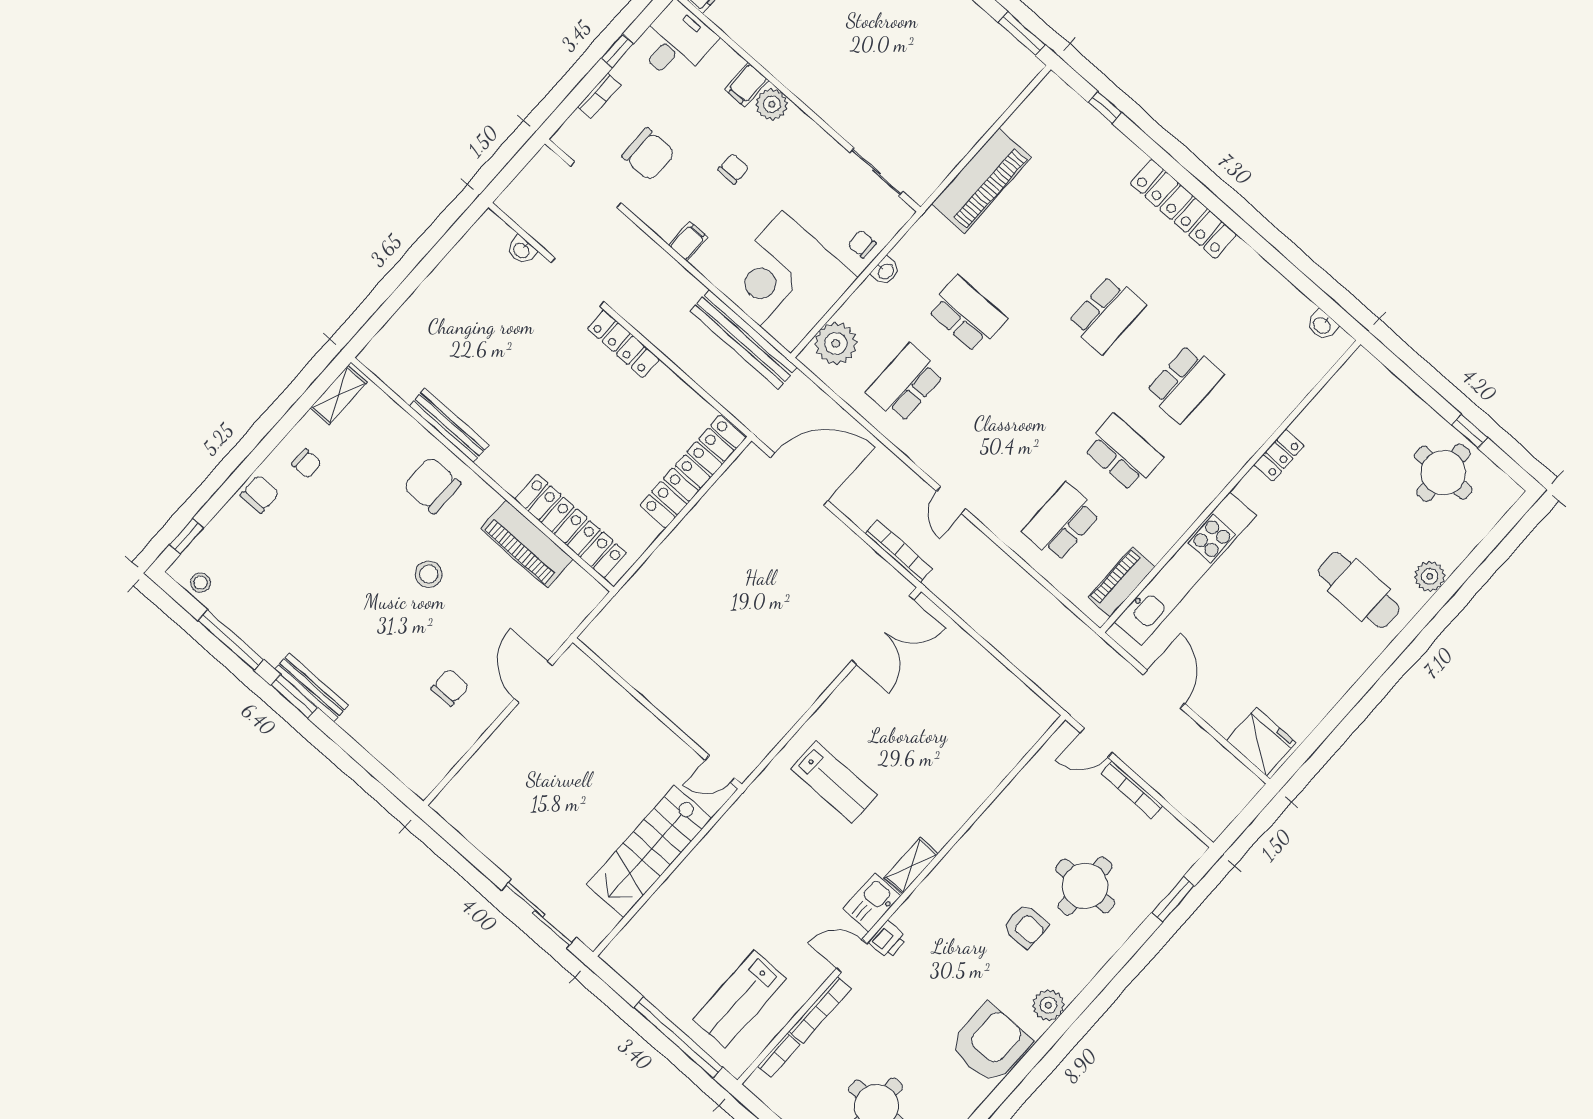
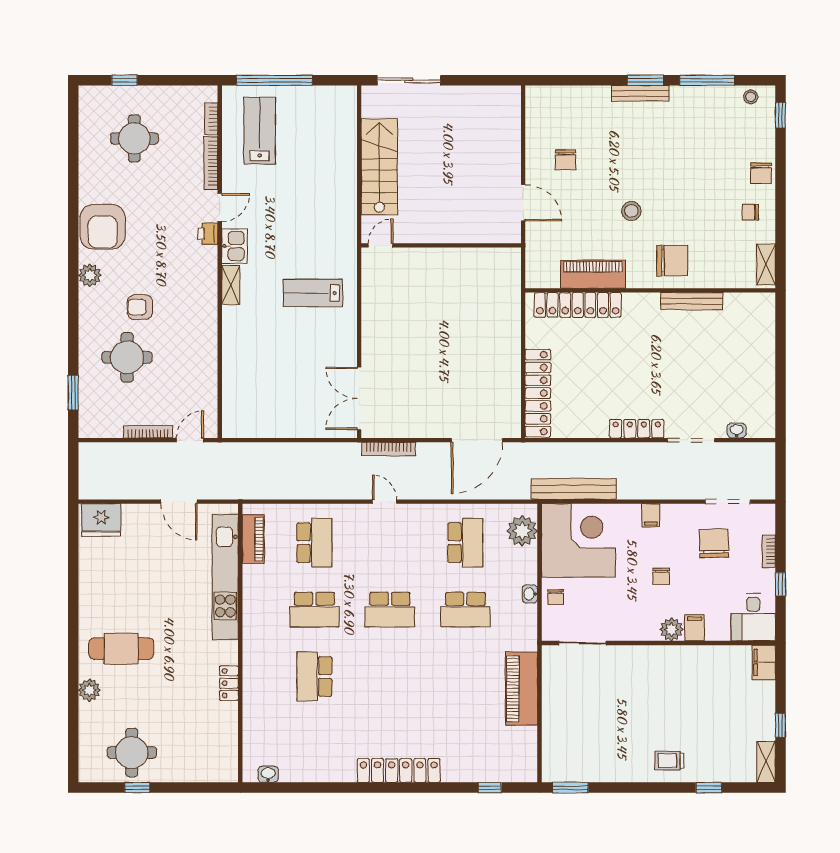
chair: (648, 154) -> (714, 543), turned 89
chair: (862, 244) -> (556, 597), turned 90
school desk: (1106, 314) -> (390, 610), moved, turned -90

